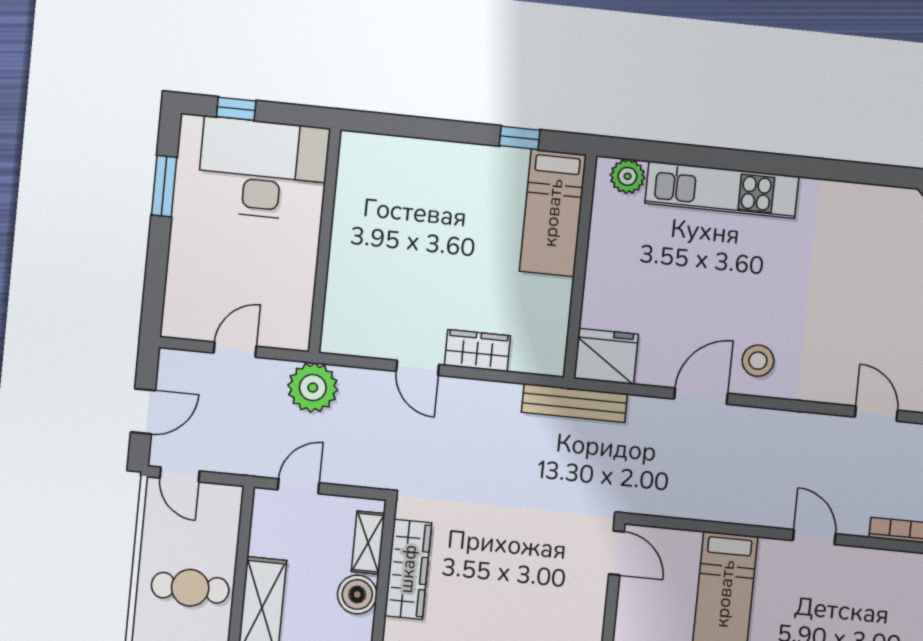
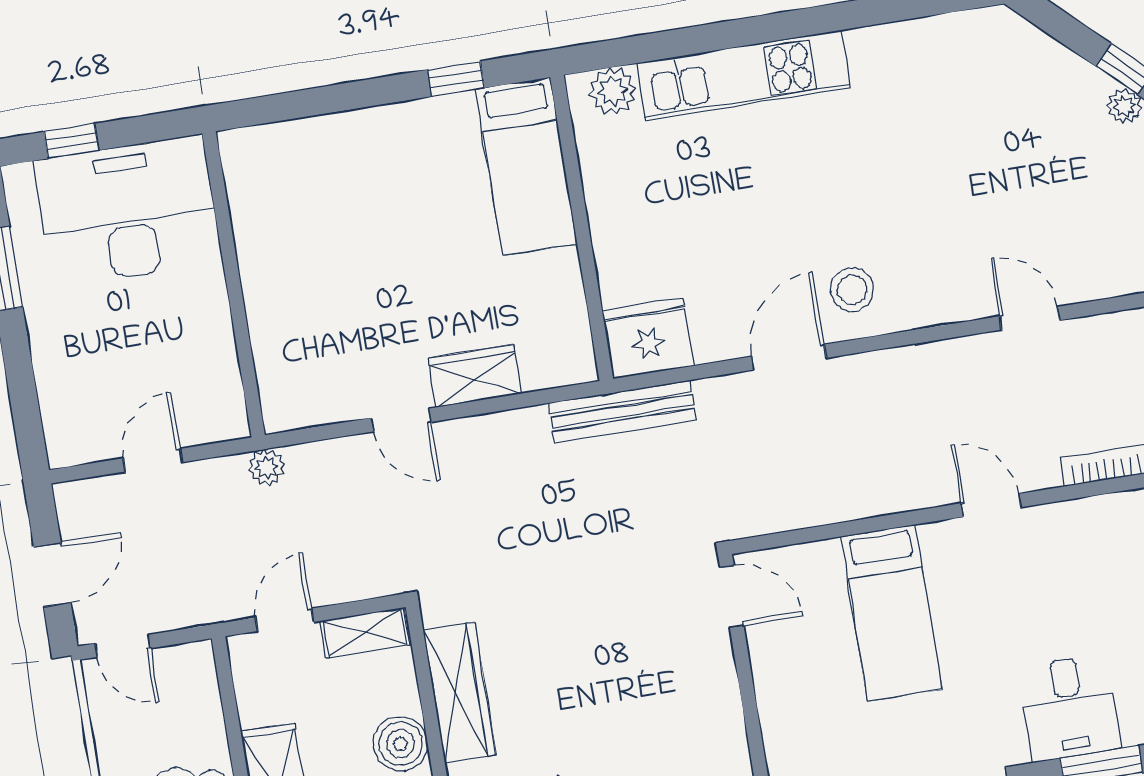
plant: (313, 388) -> (266, 467), width x0.53, depth x0.53
shelving: (368, 543) -> (365, 633), moved, turned 90

